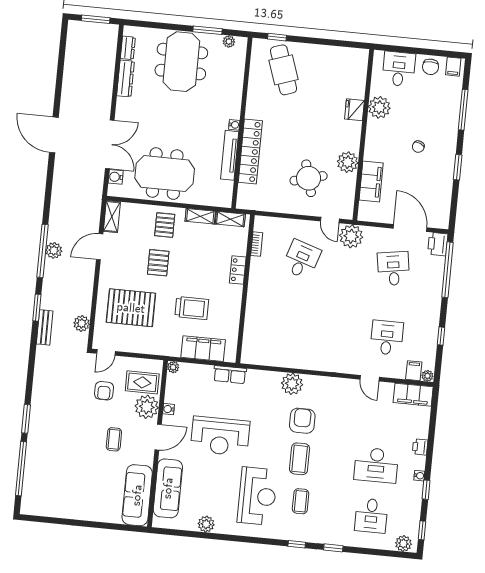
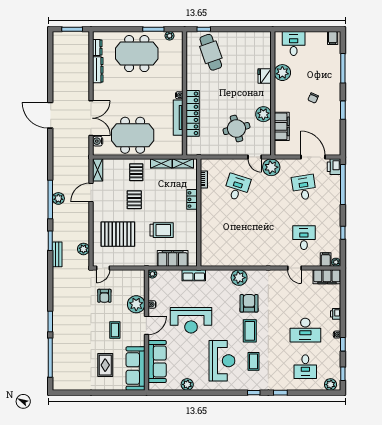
meeting table: (181, 62) -> (137, 54), turned 90
chair: (431, 67) -> (316, 40), removed
rug: (142, 382) -> (105, 365), moved, turned 90

